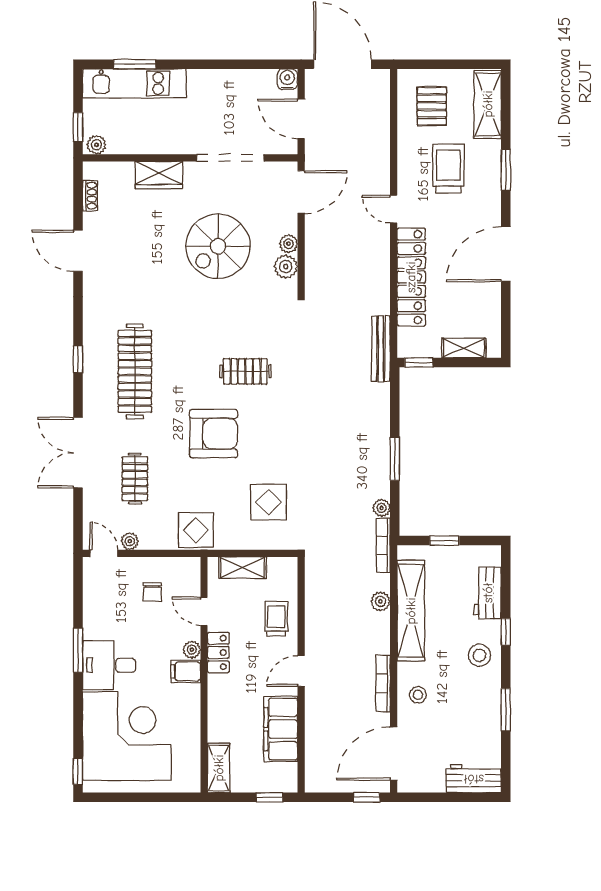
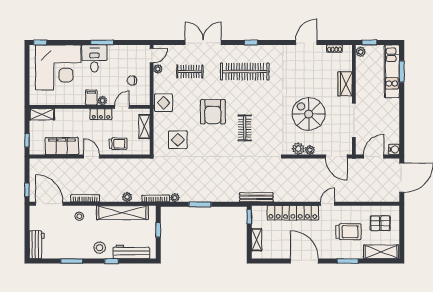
workbench: (488, 593) -> (131, 252), width x1.38

